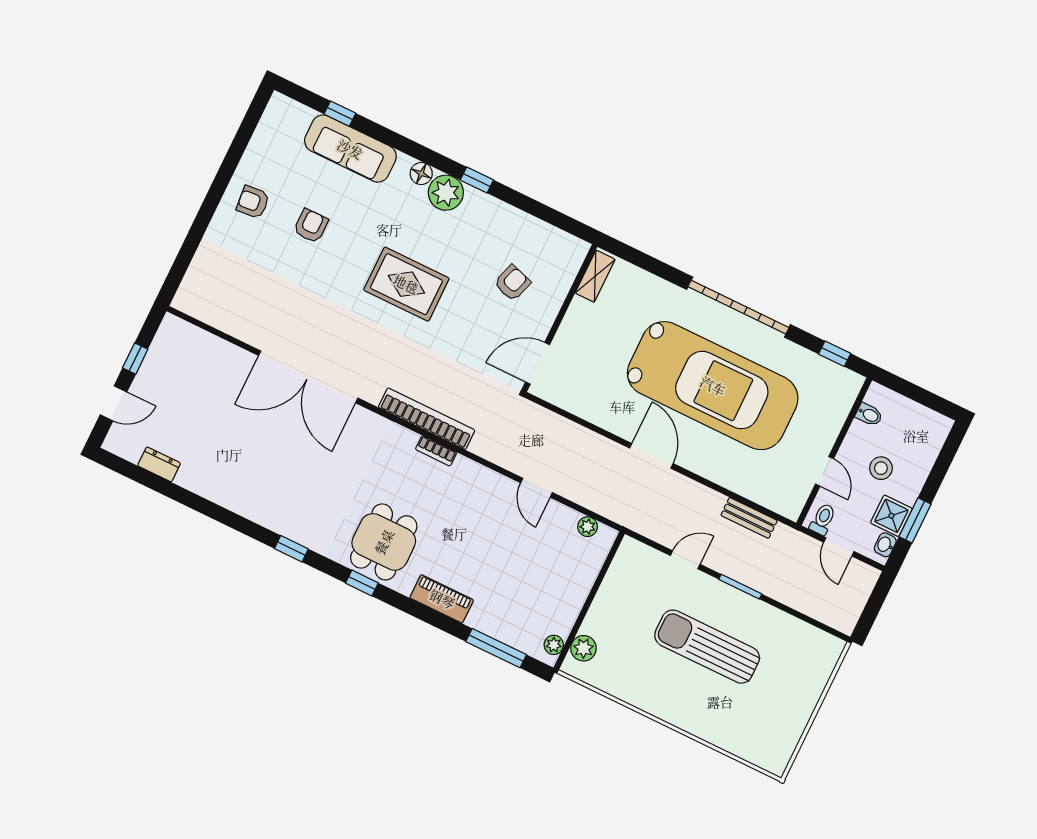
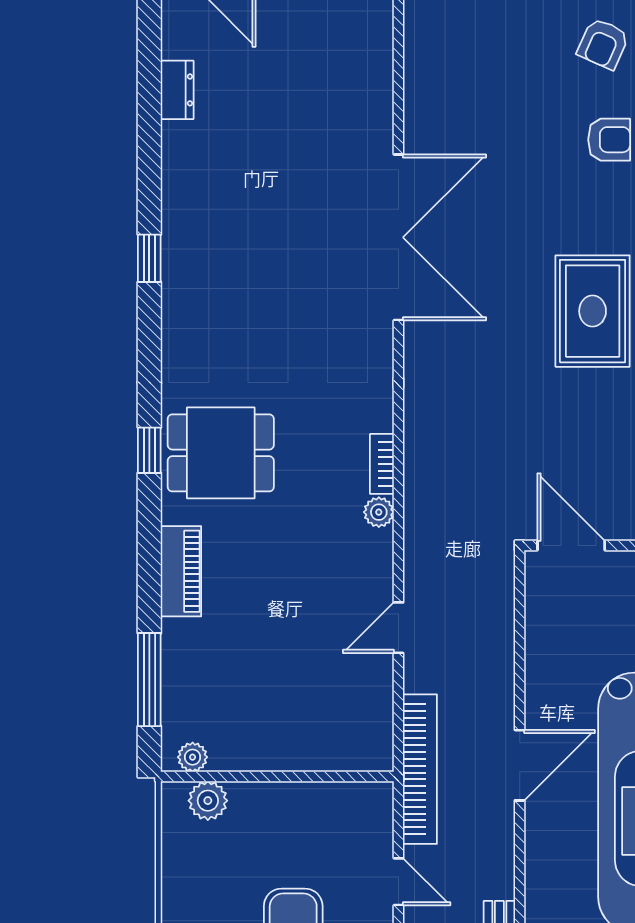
armchair: (253, 202) -> (603, 44), turned -151
double door: (308, 377) -> (398, 237), swing flipped
bookcase: (427, 419) -> (420, 769), moved
plant: (588, 527) -> (379, 512), moved
window: (291, 549) -> (149, 258), moved

